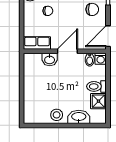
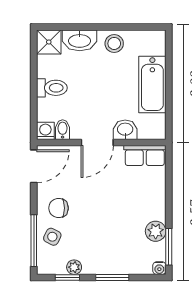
chair: (48, 11) -> (128, 206), removed
bathtub: (32, 89) -> (152, 85), added
shower: (98, 101) -> (49, 42), moved

